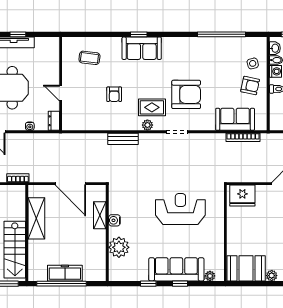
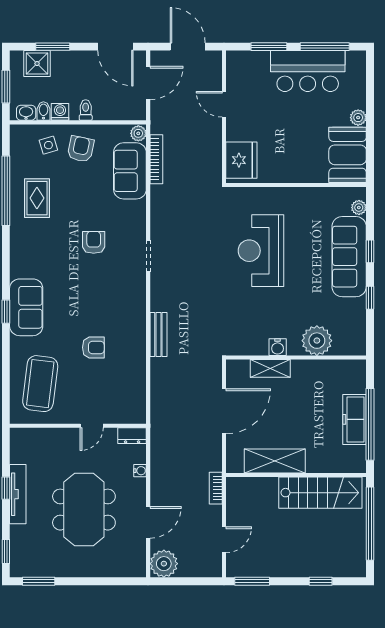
coffee table: (89, 58) -> (40, 384), width x1.86, depth x1.72
armchair: (186, 94) -> (94, 242), width x0.53, depth x0.53
rug: (152, 107) -> (37, 198), moved
plant: (147, 125) -> (138, 133), moved

